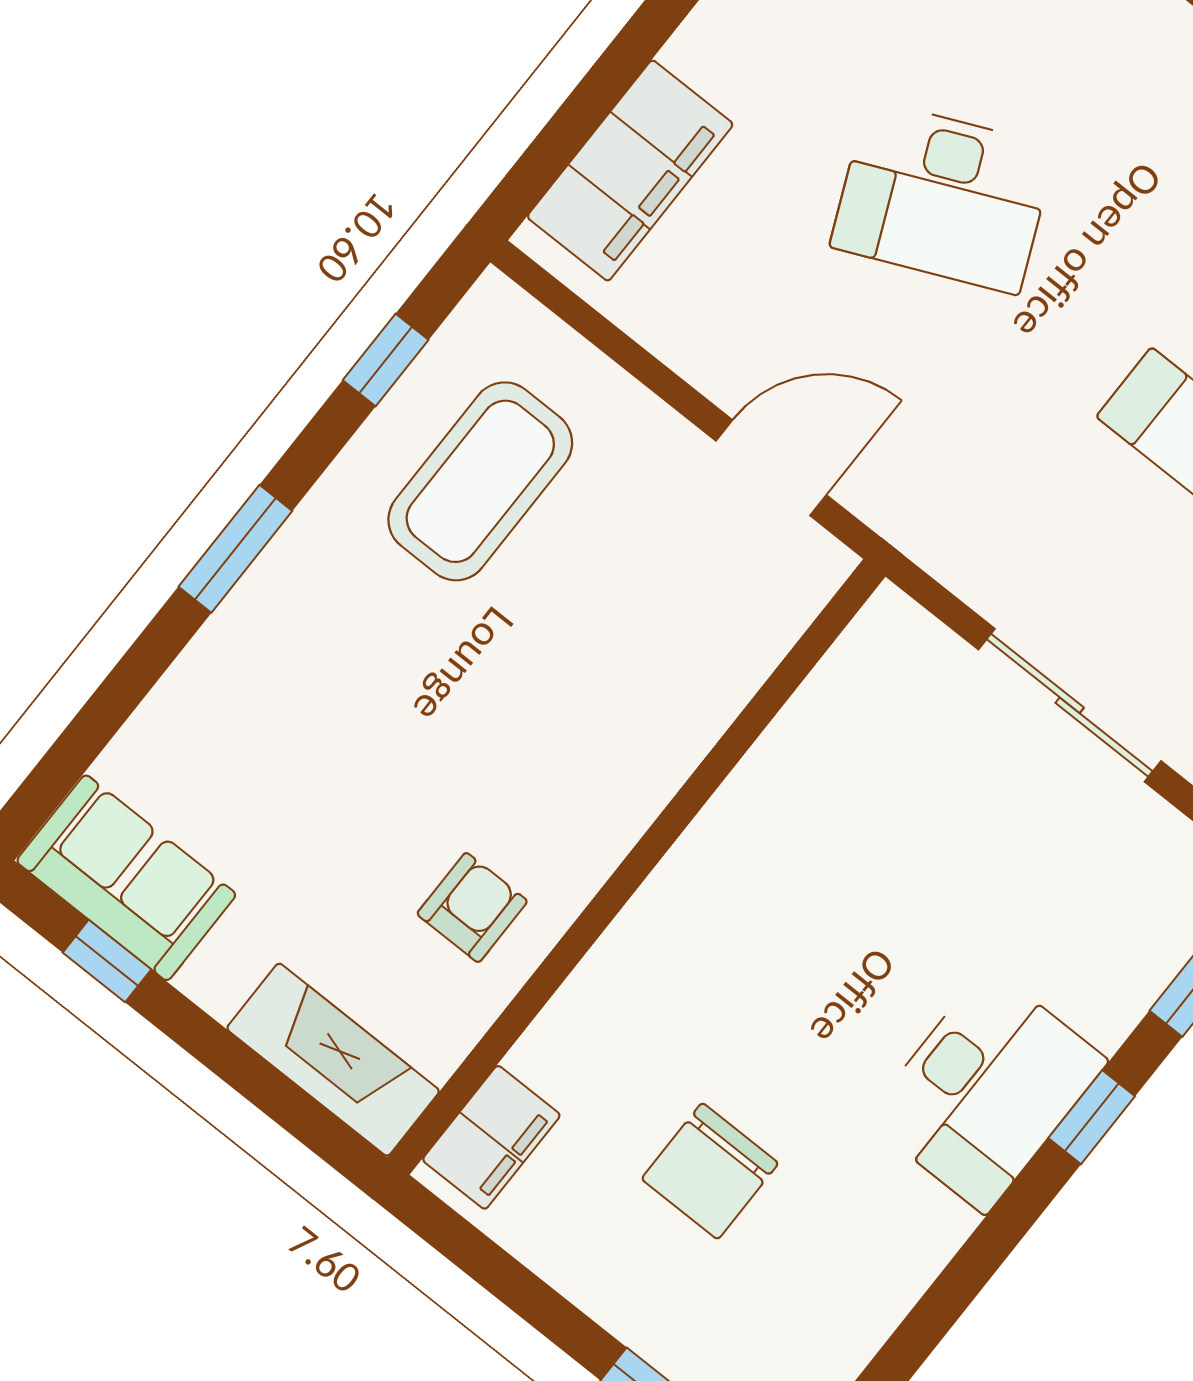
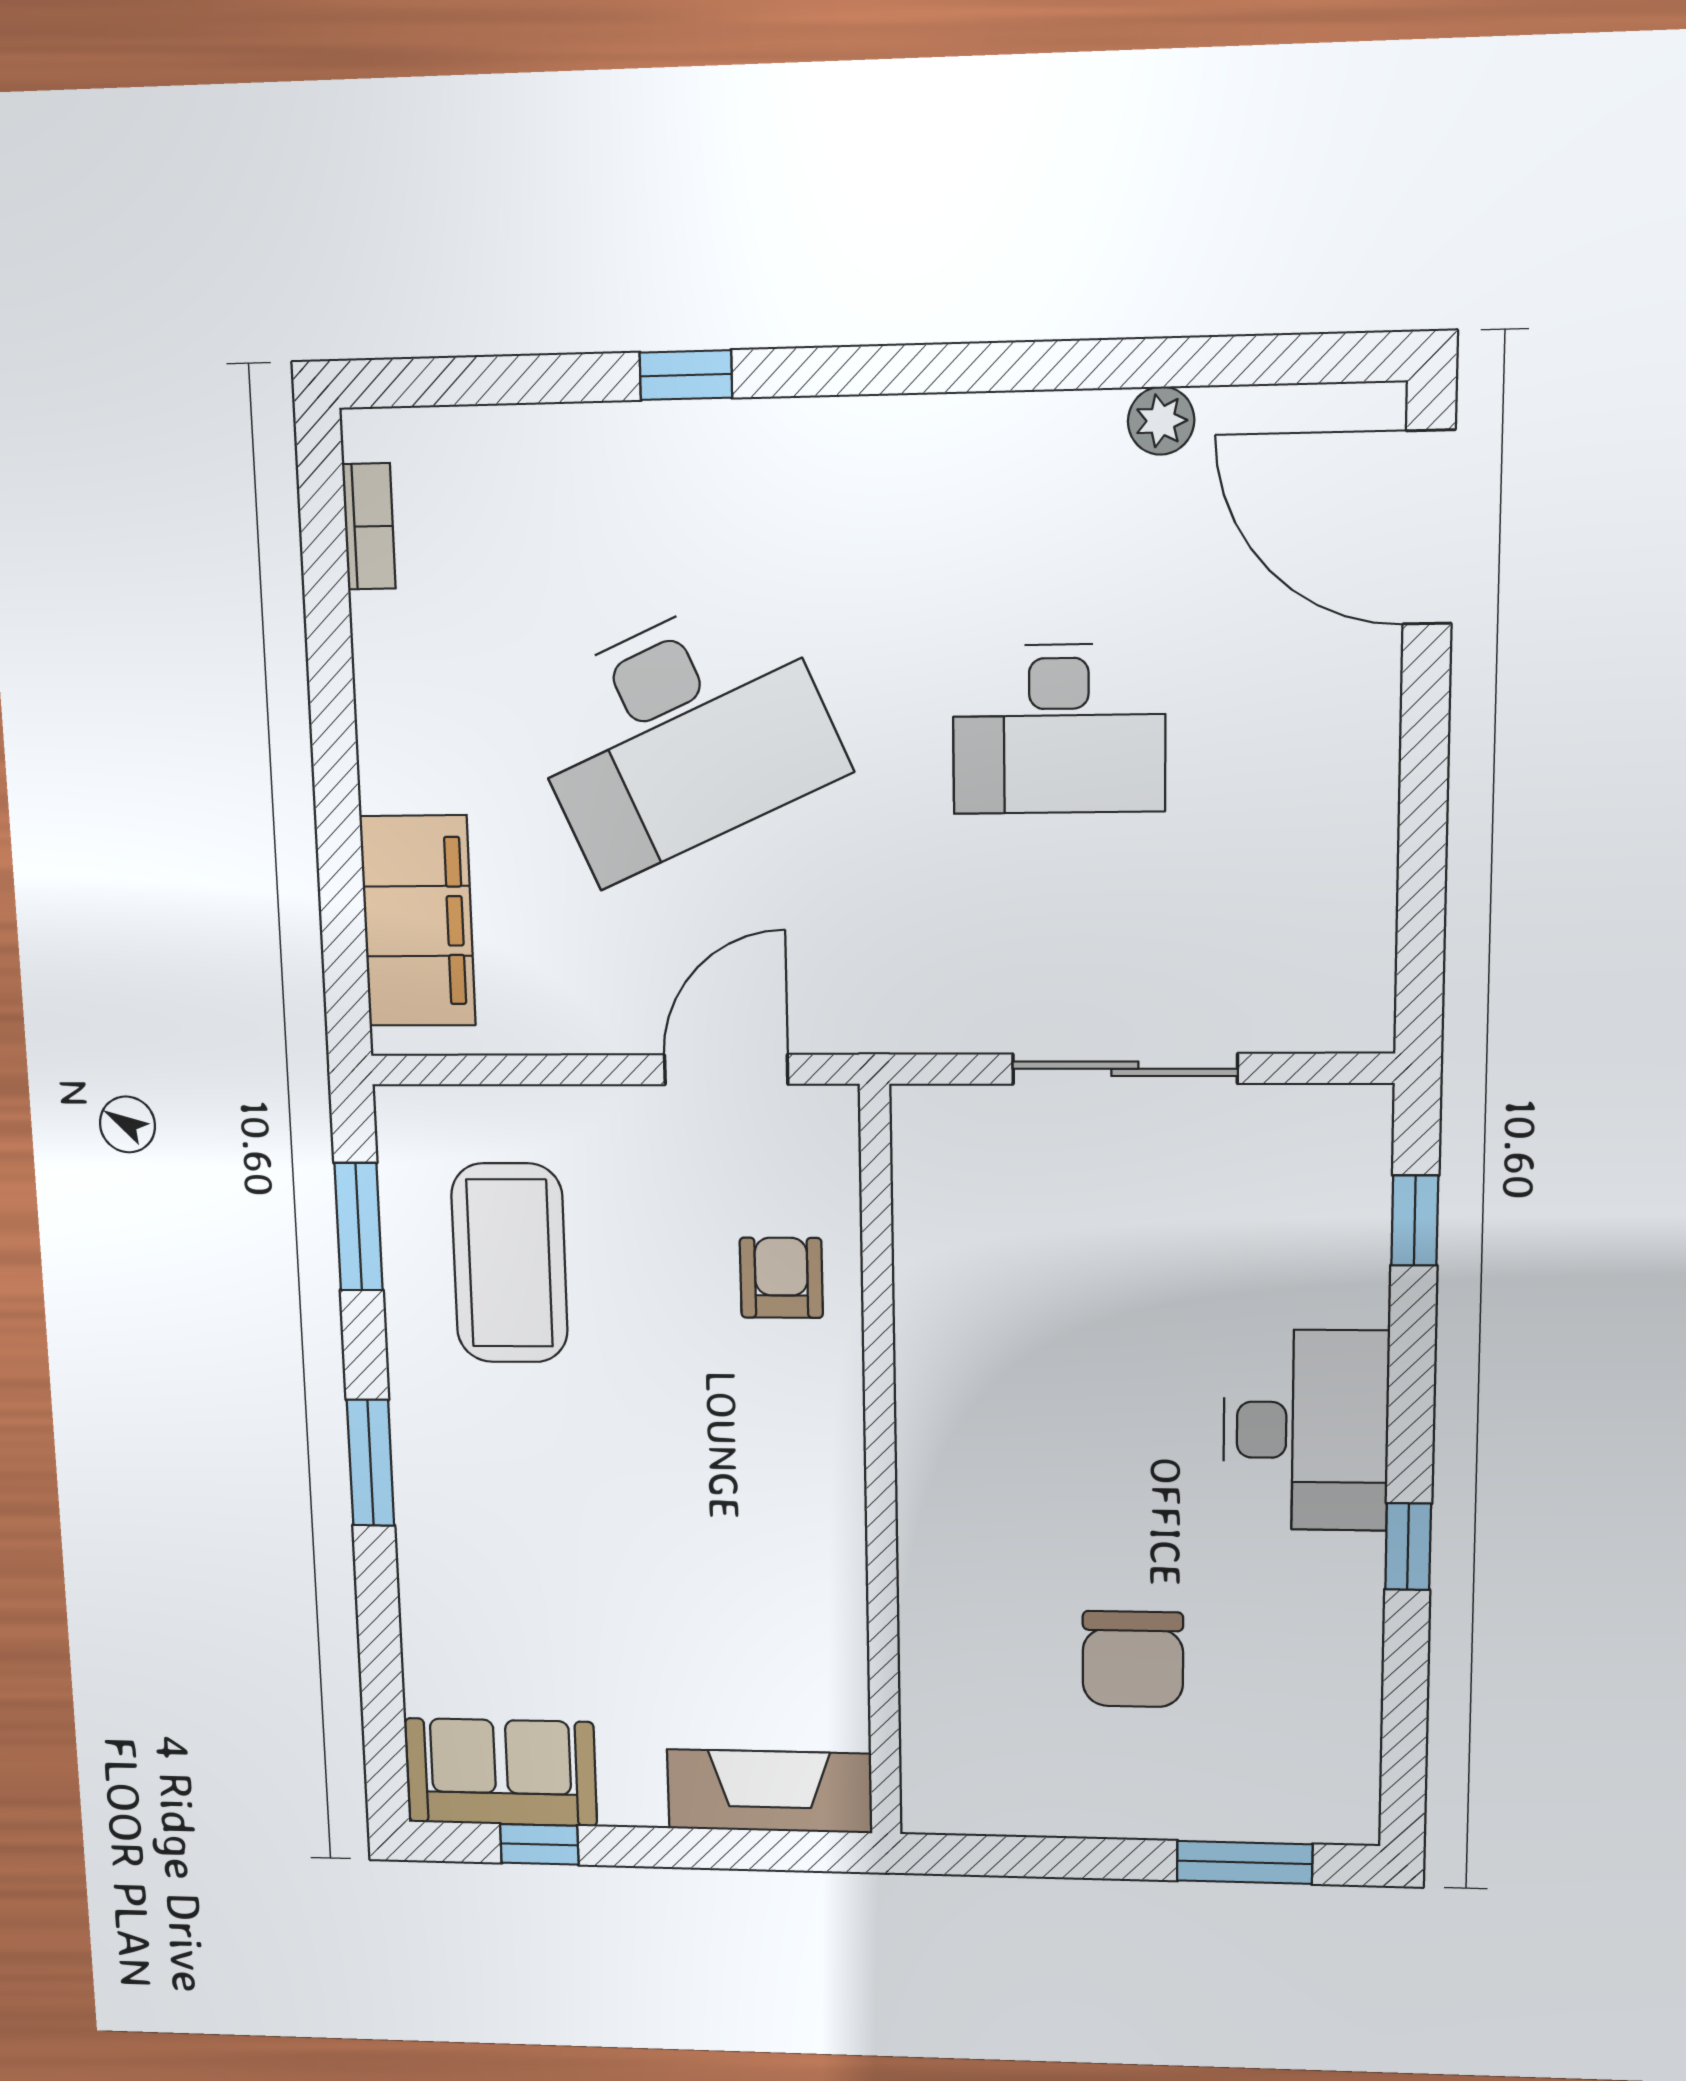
desk: (943, 197) -> (681, 734), width x1.36, depth x1.30
window: (386, 360) -> (359, 1227), width x1.50
armchair: (472, 908) -> (781, 1278), moved
window: (1092, 1117) -> (1408, 1547), moved
filing cabinet: (491, 1137) -> (940, 1760), removed

